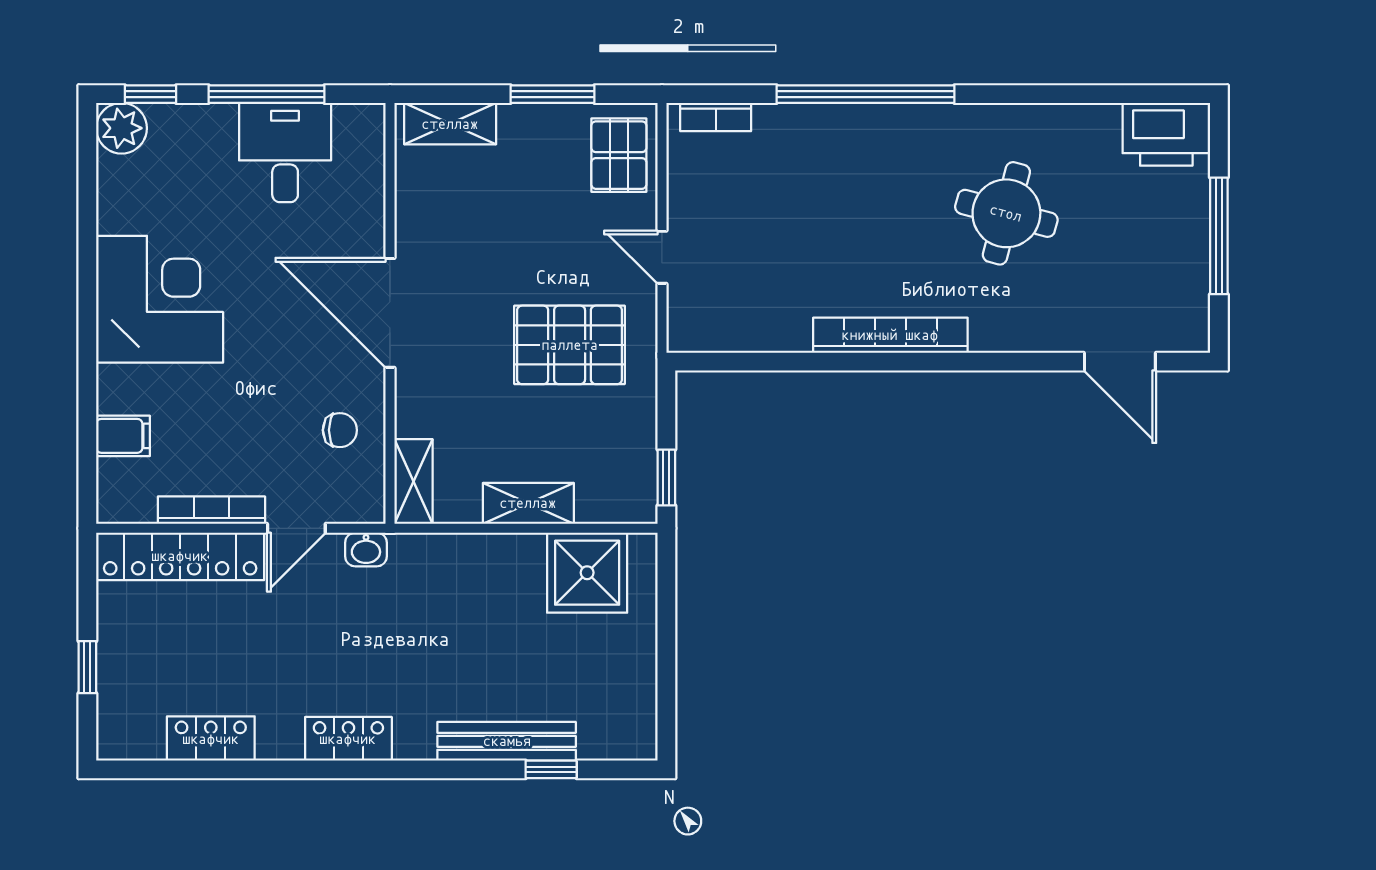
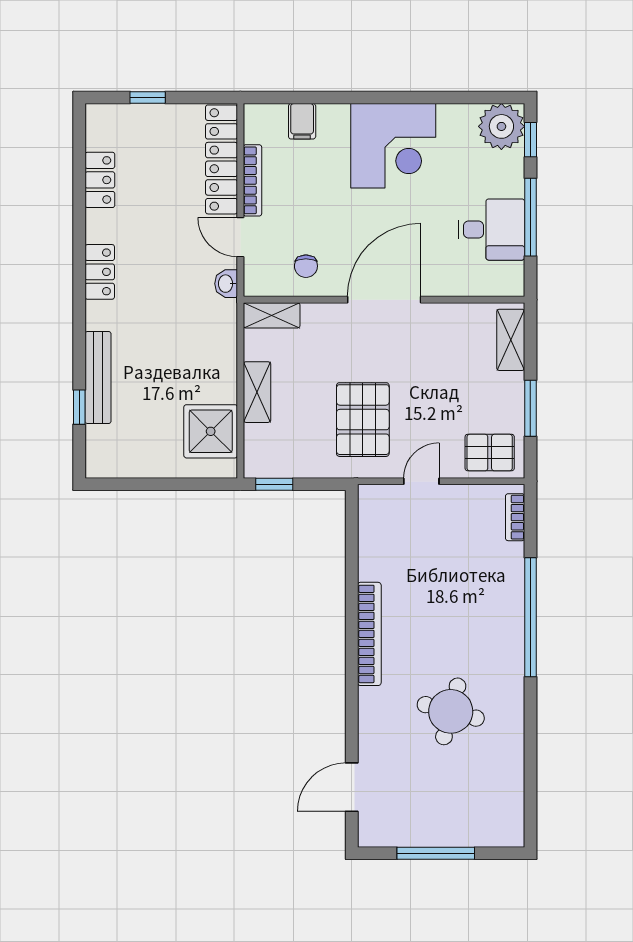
plant: (122, 128) -> (501, 126), width x1.36, depth x1.36
printer: (1166, 134) -> (504, 818), removed

